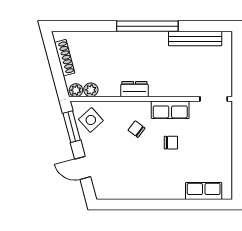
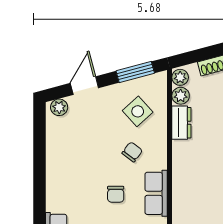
dresser: (134, 89) -> (181, 123), moved
side table: (91, 120) -> (138, 111), moved
plant: (100, 189) -> (59, 107), added

